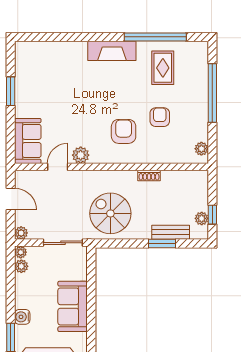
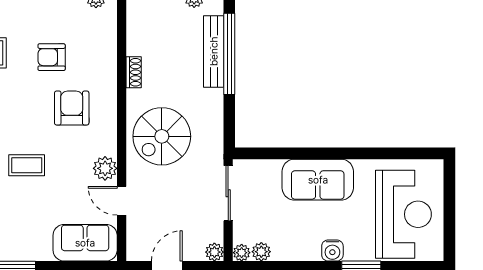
coffee table: (83, 99) -> (27, 165), added
armchair: (124, 131) -> (72, 108), turned 90
spiral stairs: (110, 213) -> (162, 136), moved
bench: (171, 232) -> (214, 51), width x1.36
window: (162, 244) -> (229, 54), width x2.11

